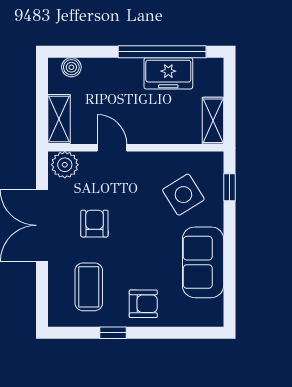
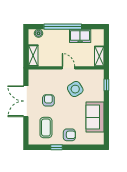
window: (162, 52) -> (63, 27), moved
door: (112, 148) -> (68, 68), moved
plant: (65, 165) -> (36, 75), removed
side table: (183, 195) -> (75, 89), moved

